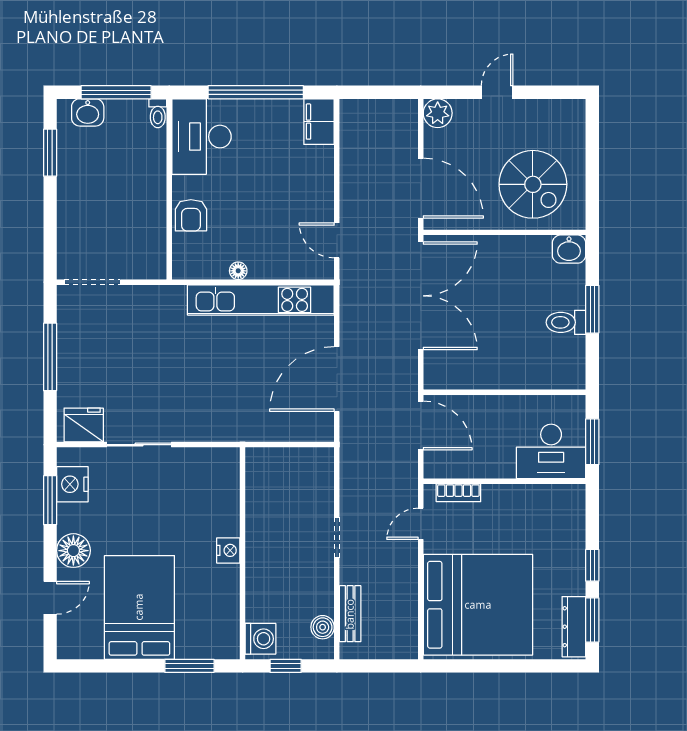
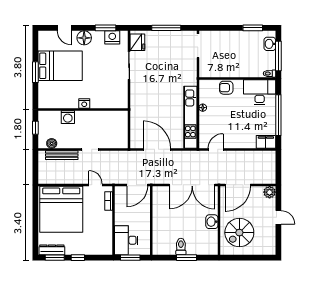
washbasin: (569, 249) -> (212, 222), moved
bench: (350, 614) -> (62, 155), width x1.36
washing machine: (260, 639) -> (68, 117), moved
window: (189, 666) -> (35, 72), moved

